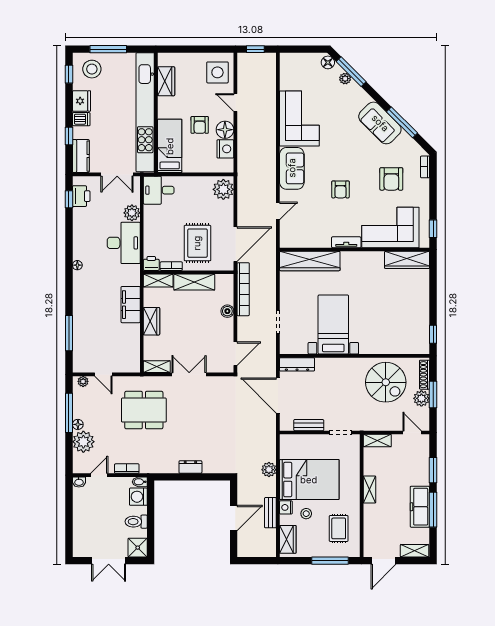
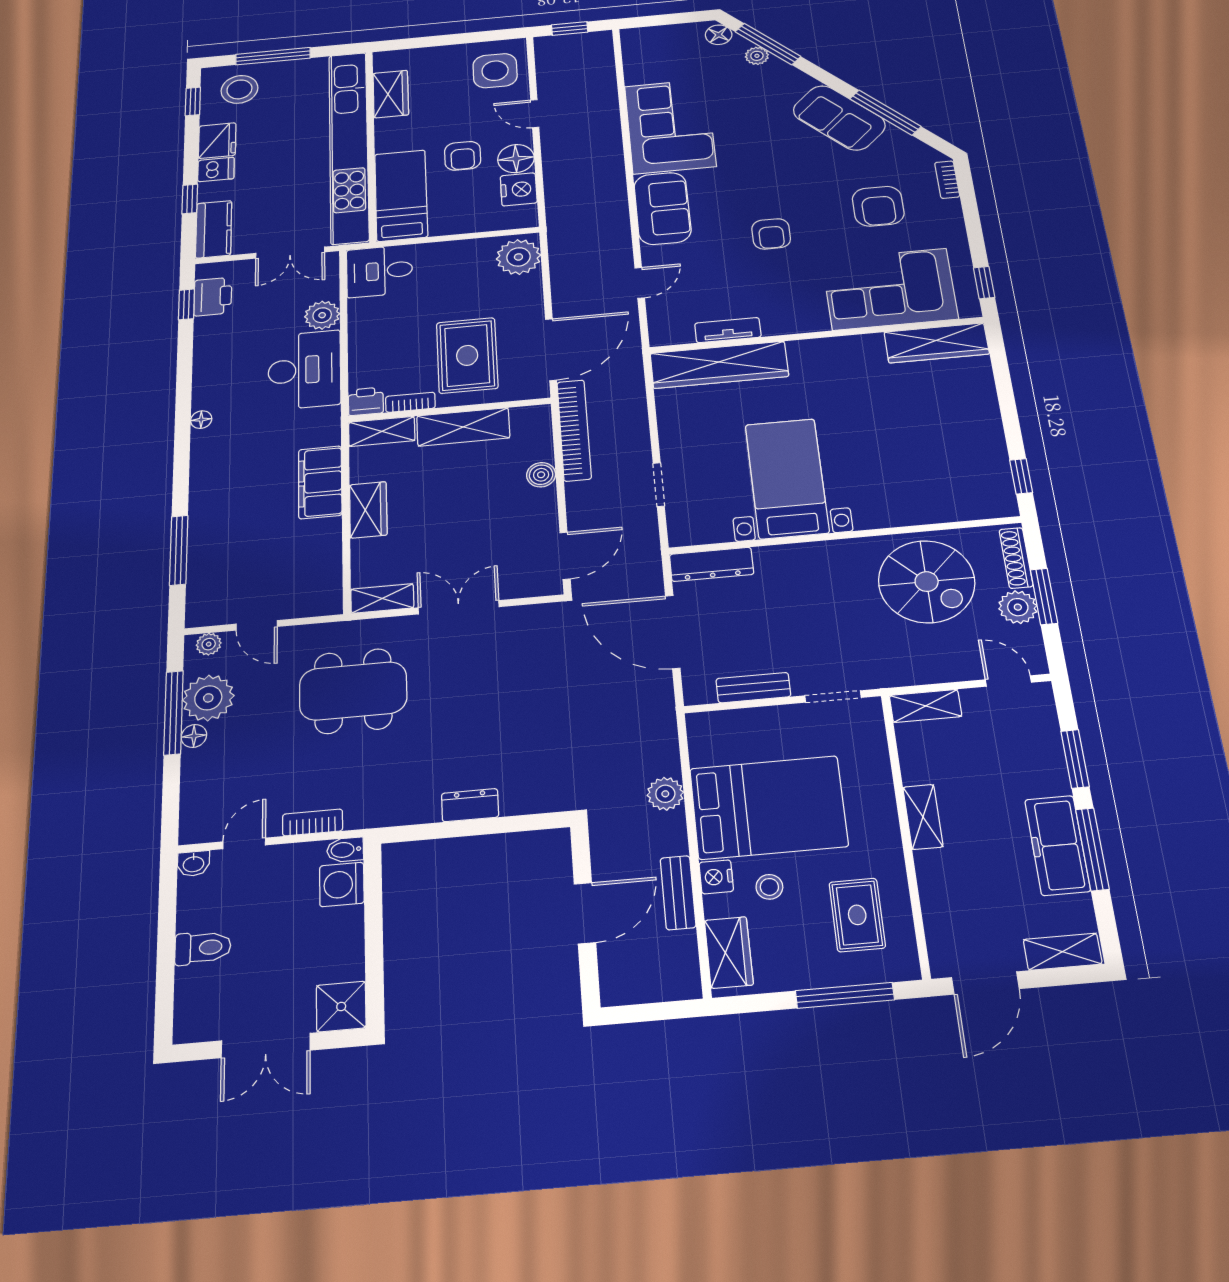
tv unit: (346, 242) -> (728, 330), moved
plant: (83, 442) -> (208, 698), moved
toilet: (136, 522) -> (203, 948), moved, turned 180

